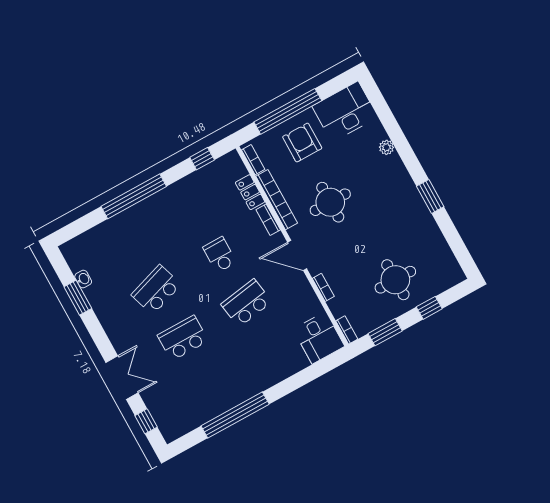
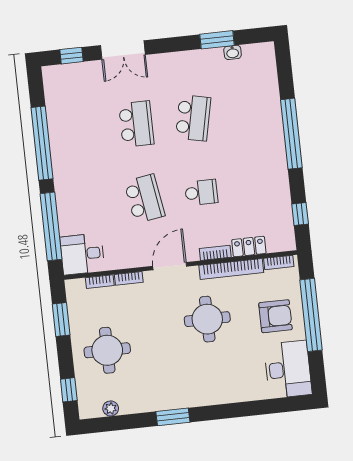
plant: (386, 147) -> (111, 408), moved
school desk: (156, 290) -> (193, 118), turned 30
window: (429, 308) -> (69, 390), moved
bookcase: (347, 330) -> (100, 282), moved
window: (306, 376) -> (51, 226), added

